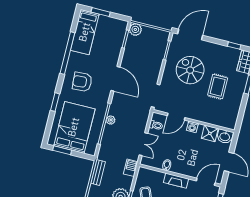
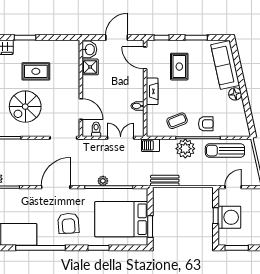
washing machine: (192, 127) -> (88, 88), removed

